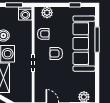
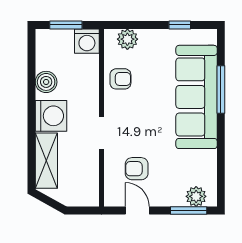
armchair: (56, 54) -> (137, 169), moved

